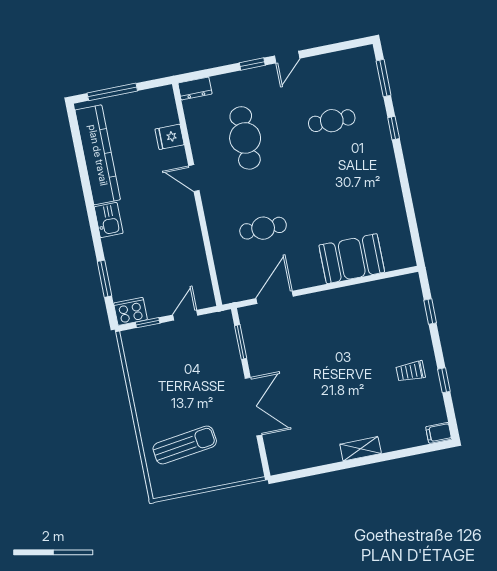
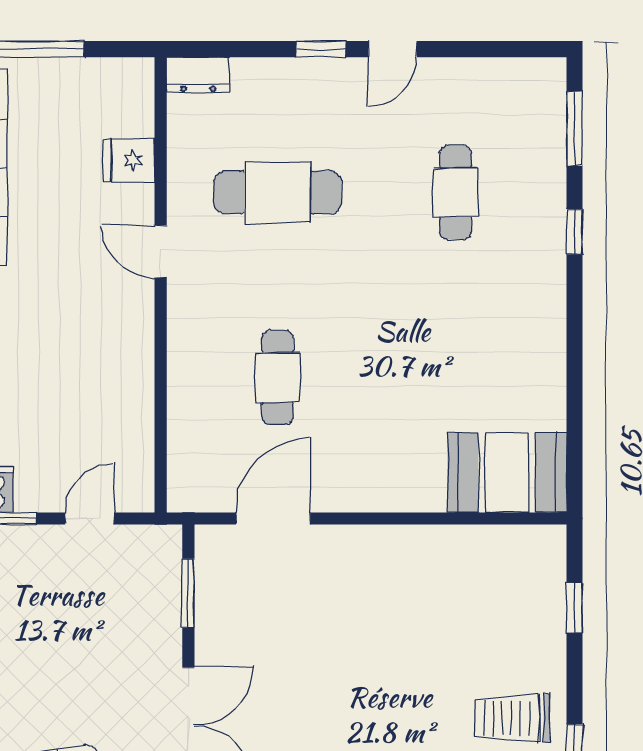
cafe table: (332, 121) -> (456, 192), turned 90
cafe table: (245, 138) -> (278, 192), turned 90
cafe table: (263, 228) -> (278, 377), turned 90
booth: (352, 259) -> (507, 473), moved
trolley: (411, 371) -> (512, 718), width x1.36, depth x1.39

